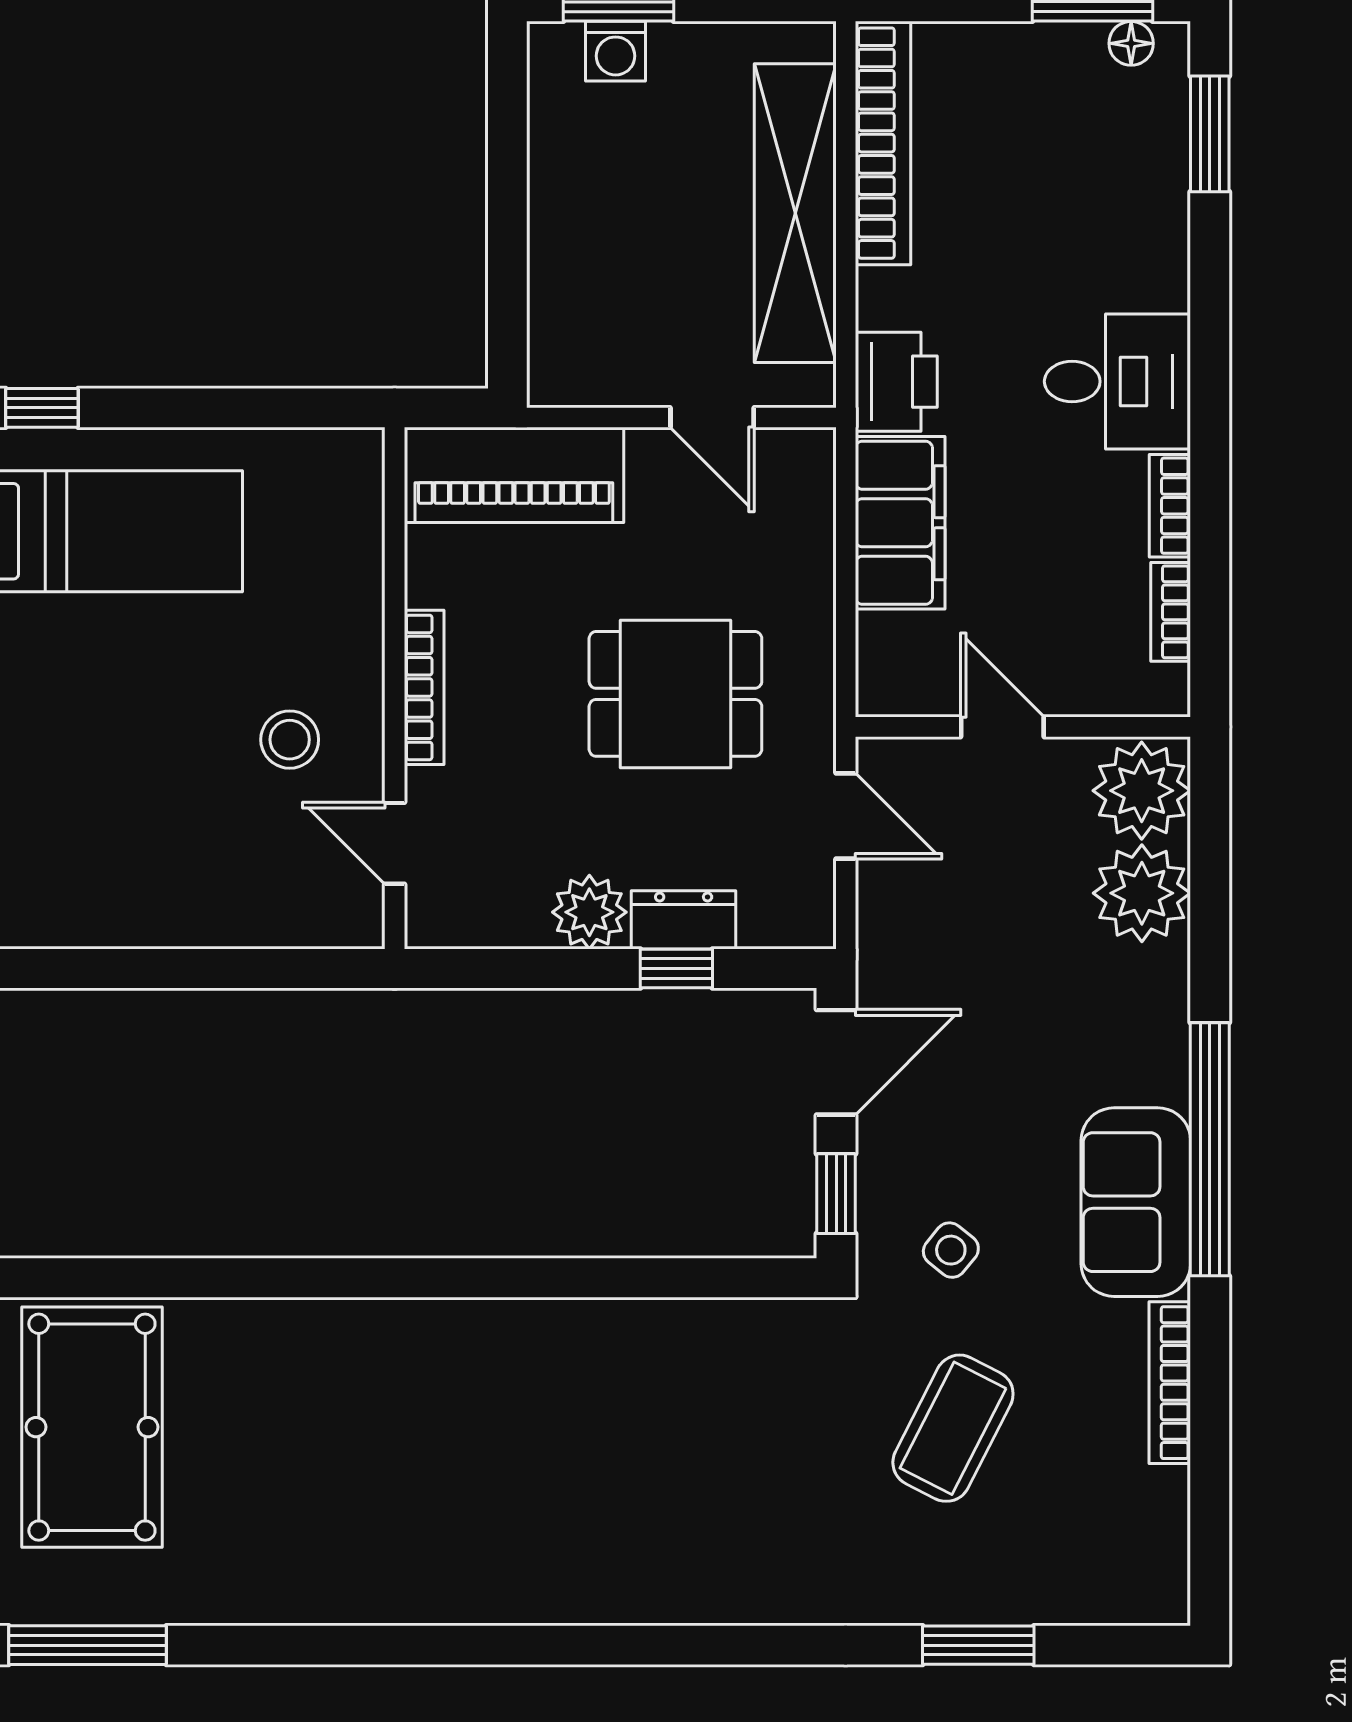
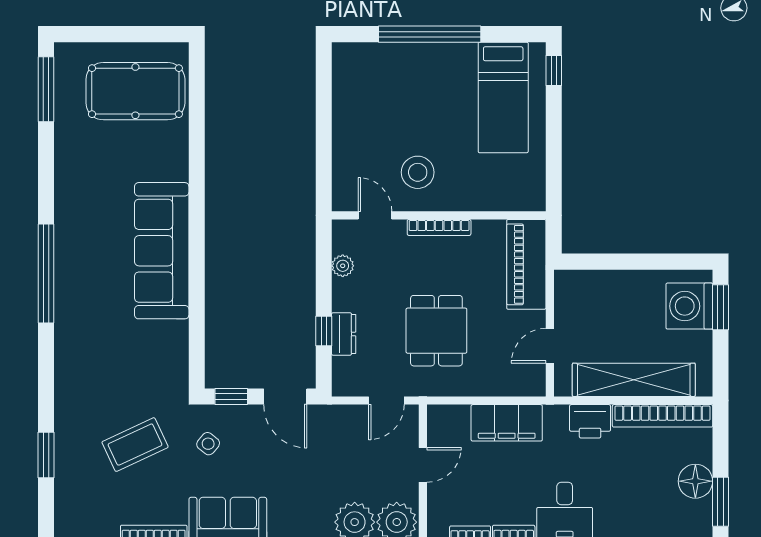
floor lamp: (1131, 43) -> (695, 481), moved, width x1.89, depth x1.89
washing machine: (616, 51) -> (689, 306), width x1.89, depth x1.89
printer: (896, 382) -> (590, 421), moved
stool: (290, 740) -> (418, 172), width x1.38, depth x1.38
door: (395, 843) -> (375, 215), hinge flipped
plant: (589, 912) -> (343, 266), moved, width x0.73, depth x0.73
sofa: (481, 1363) -> (162, 251), added
coffee table: (953, 1428) -> (135, 445), turned -52
window: (536, 1645) -> (46, 273), added

